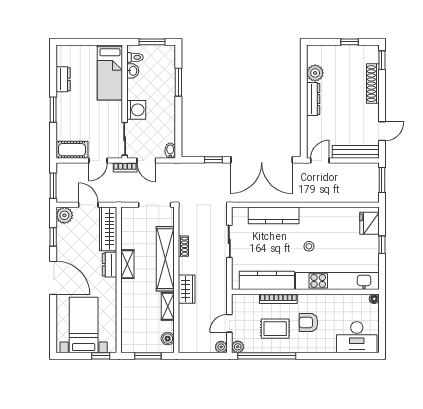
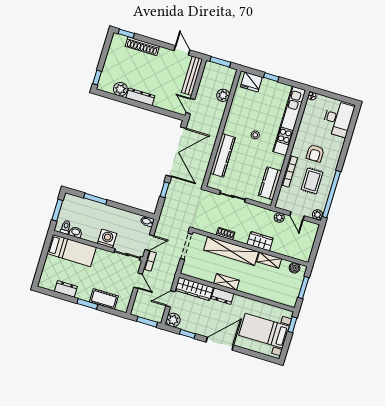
window: (350, 42) -> (97, 78), moved
cot: (72, 150) -> (104, 299), moved, turned 90
plant: (344, 195) -> (223, 95), added
kitchen counter: (267, 280) -> (270, 183), width x0.67
plant: (221, 347) -> (279, 217), moved

